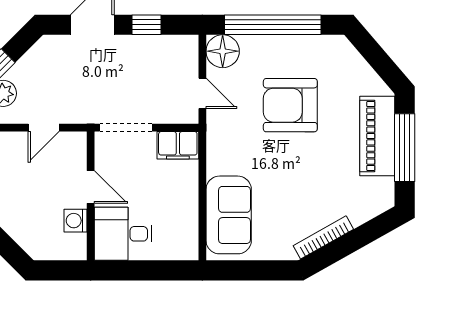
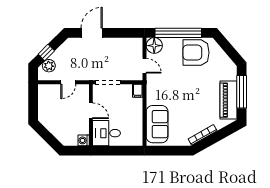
window: (146, 25) -> (118, 33), removed
armchair: (290, 105) -> (196, 53), moved
piano: (377, 136) -> (228, 100), moved
filing cabinet: (178, 145) -> (138, 91), width x0.50
washing machine: (76, 221) -> (84, 140), moved

